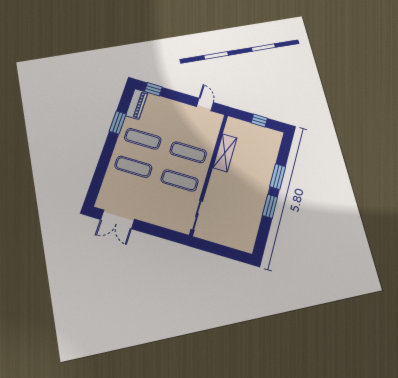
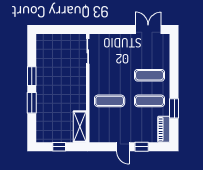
window: (153, 89) -> (142, 147), moved
door: (205, 104) -> (123, 147), moved
shelving: (225, 153) -> (80, 127), moved
exercise mat: (180, 180) -> (110, 75), removed

